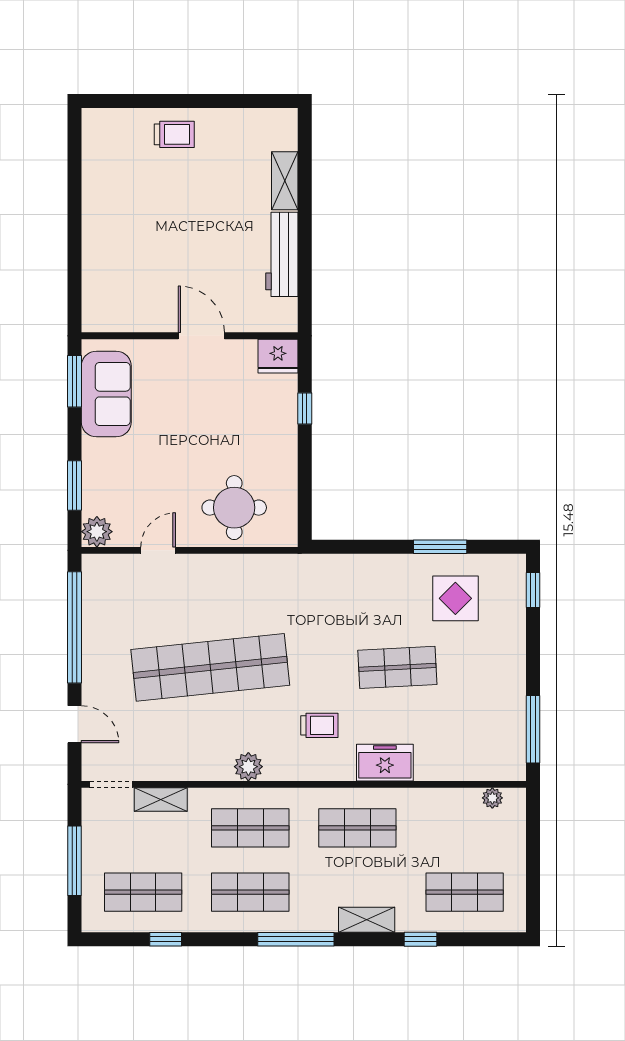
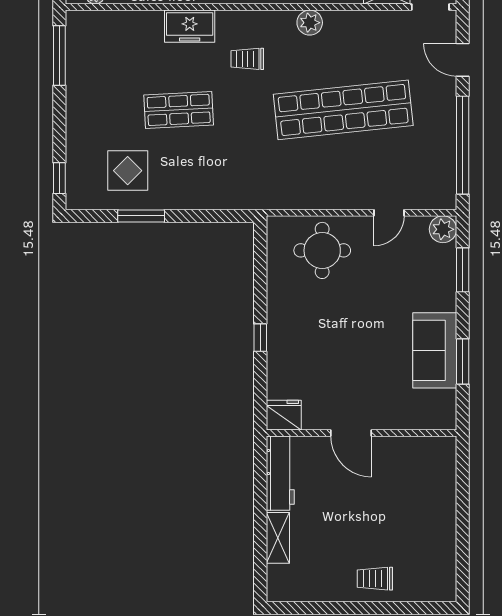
wall: (190, 336) -> (361, 433), moved
door: (201, 336) -> (351, 433), moved
fridge: (278, 356) -> (284, 415), moved

